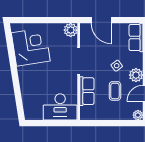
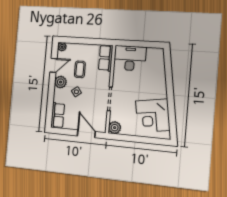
row of seats: (87, 91) -> (106, 58), moved

